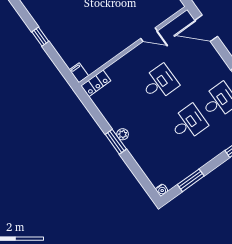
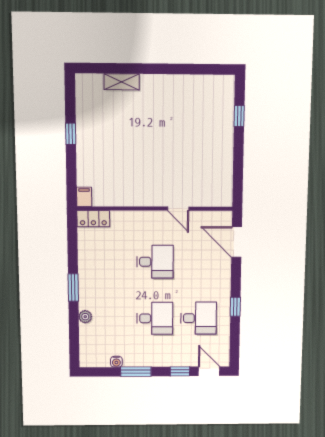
plant: (123, 134) -> (85, 317), moved
window: (191, 180) -> (136, 372), moved
water cooler: (162, 190) -> (116, 362), moved

